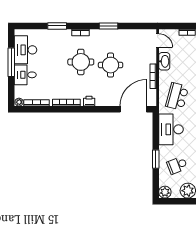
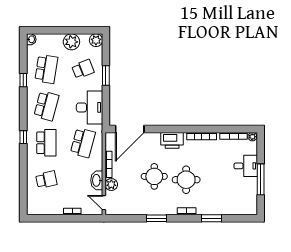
desk: (26, 50) -> (245, 193), removed
plant: (151, 57) -> (111, 184), added
printer: (89, 101) -> (172, 140), width x1.87, depth x1.48

